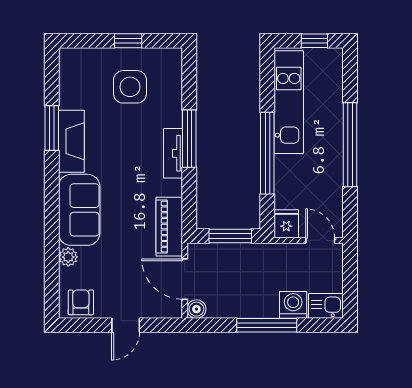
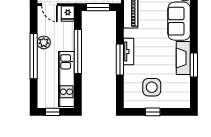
plant: (331, 170) -> (44, 42), added

